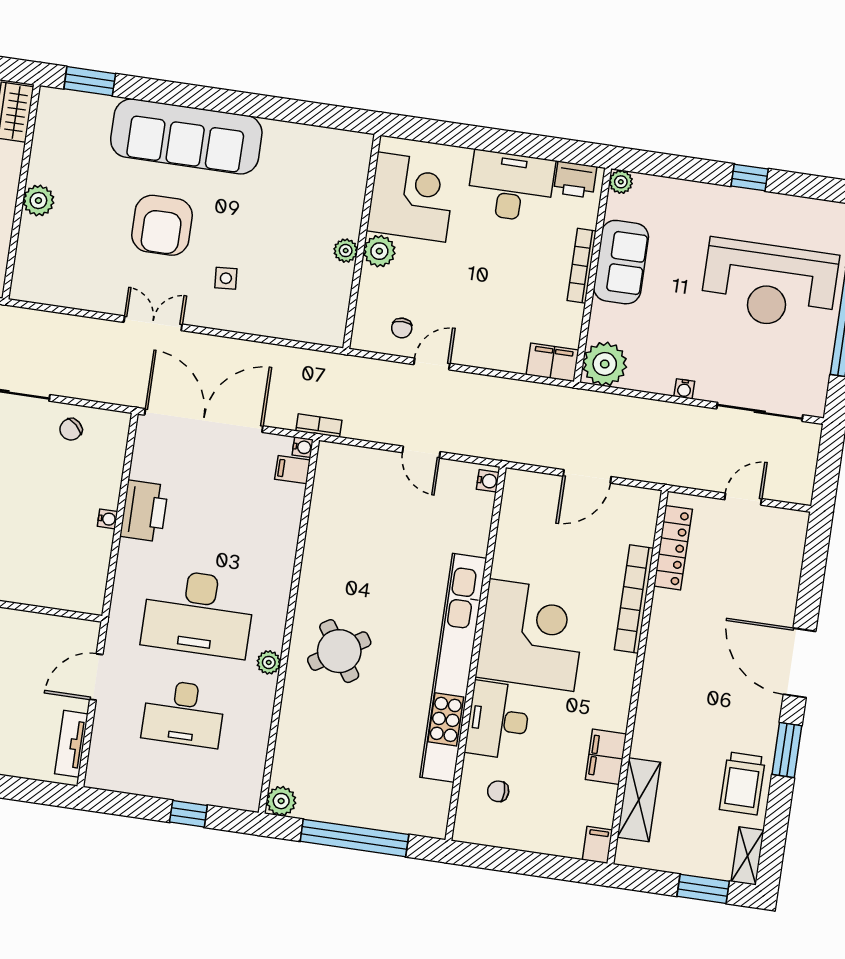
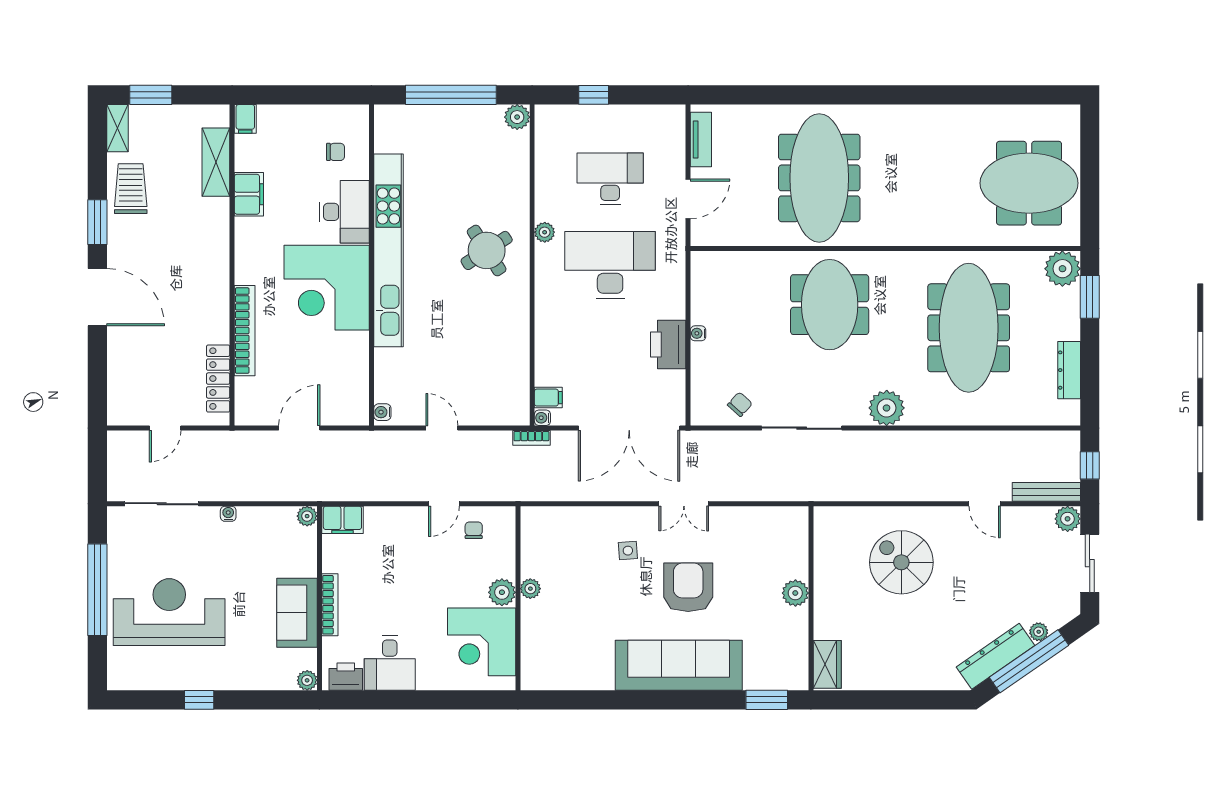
desk: (511, 186) -> (390, 663), width x0.73
plant: (605, 364) -> (307, 516), width x0.53, depth x0.53

